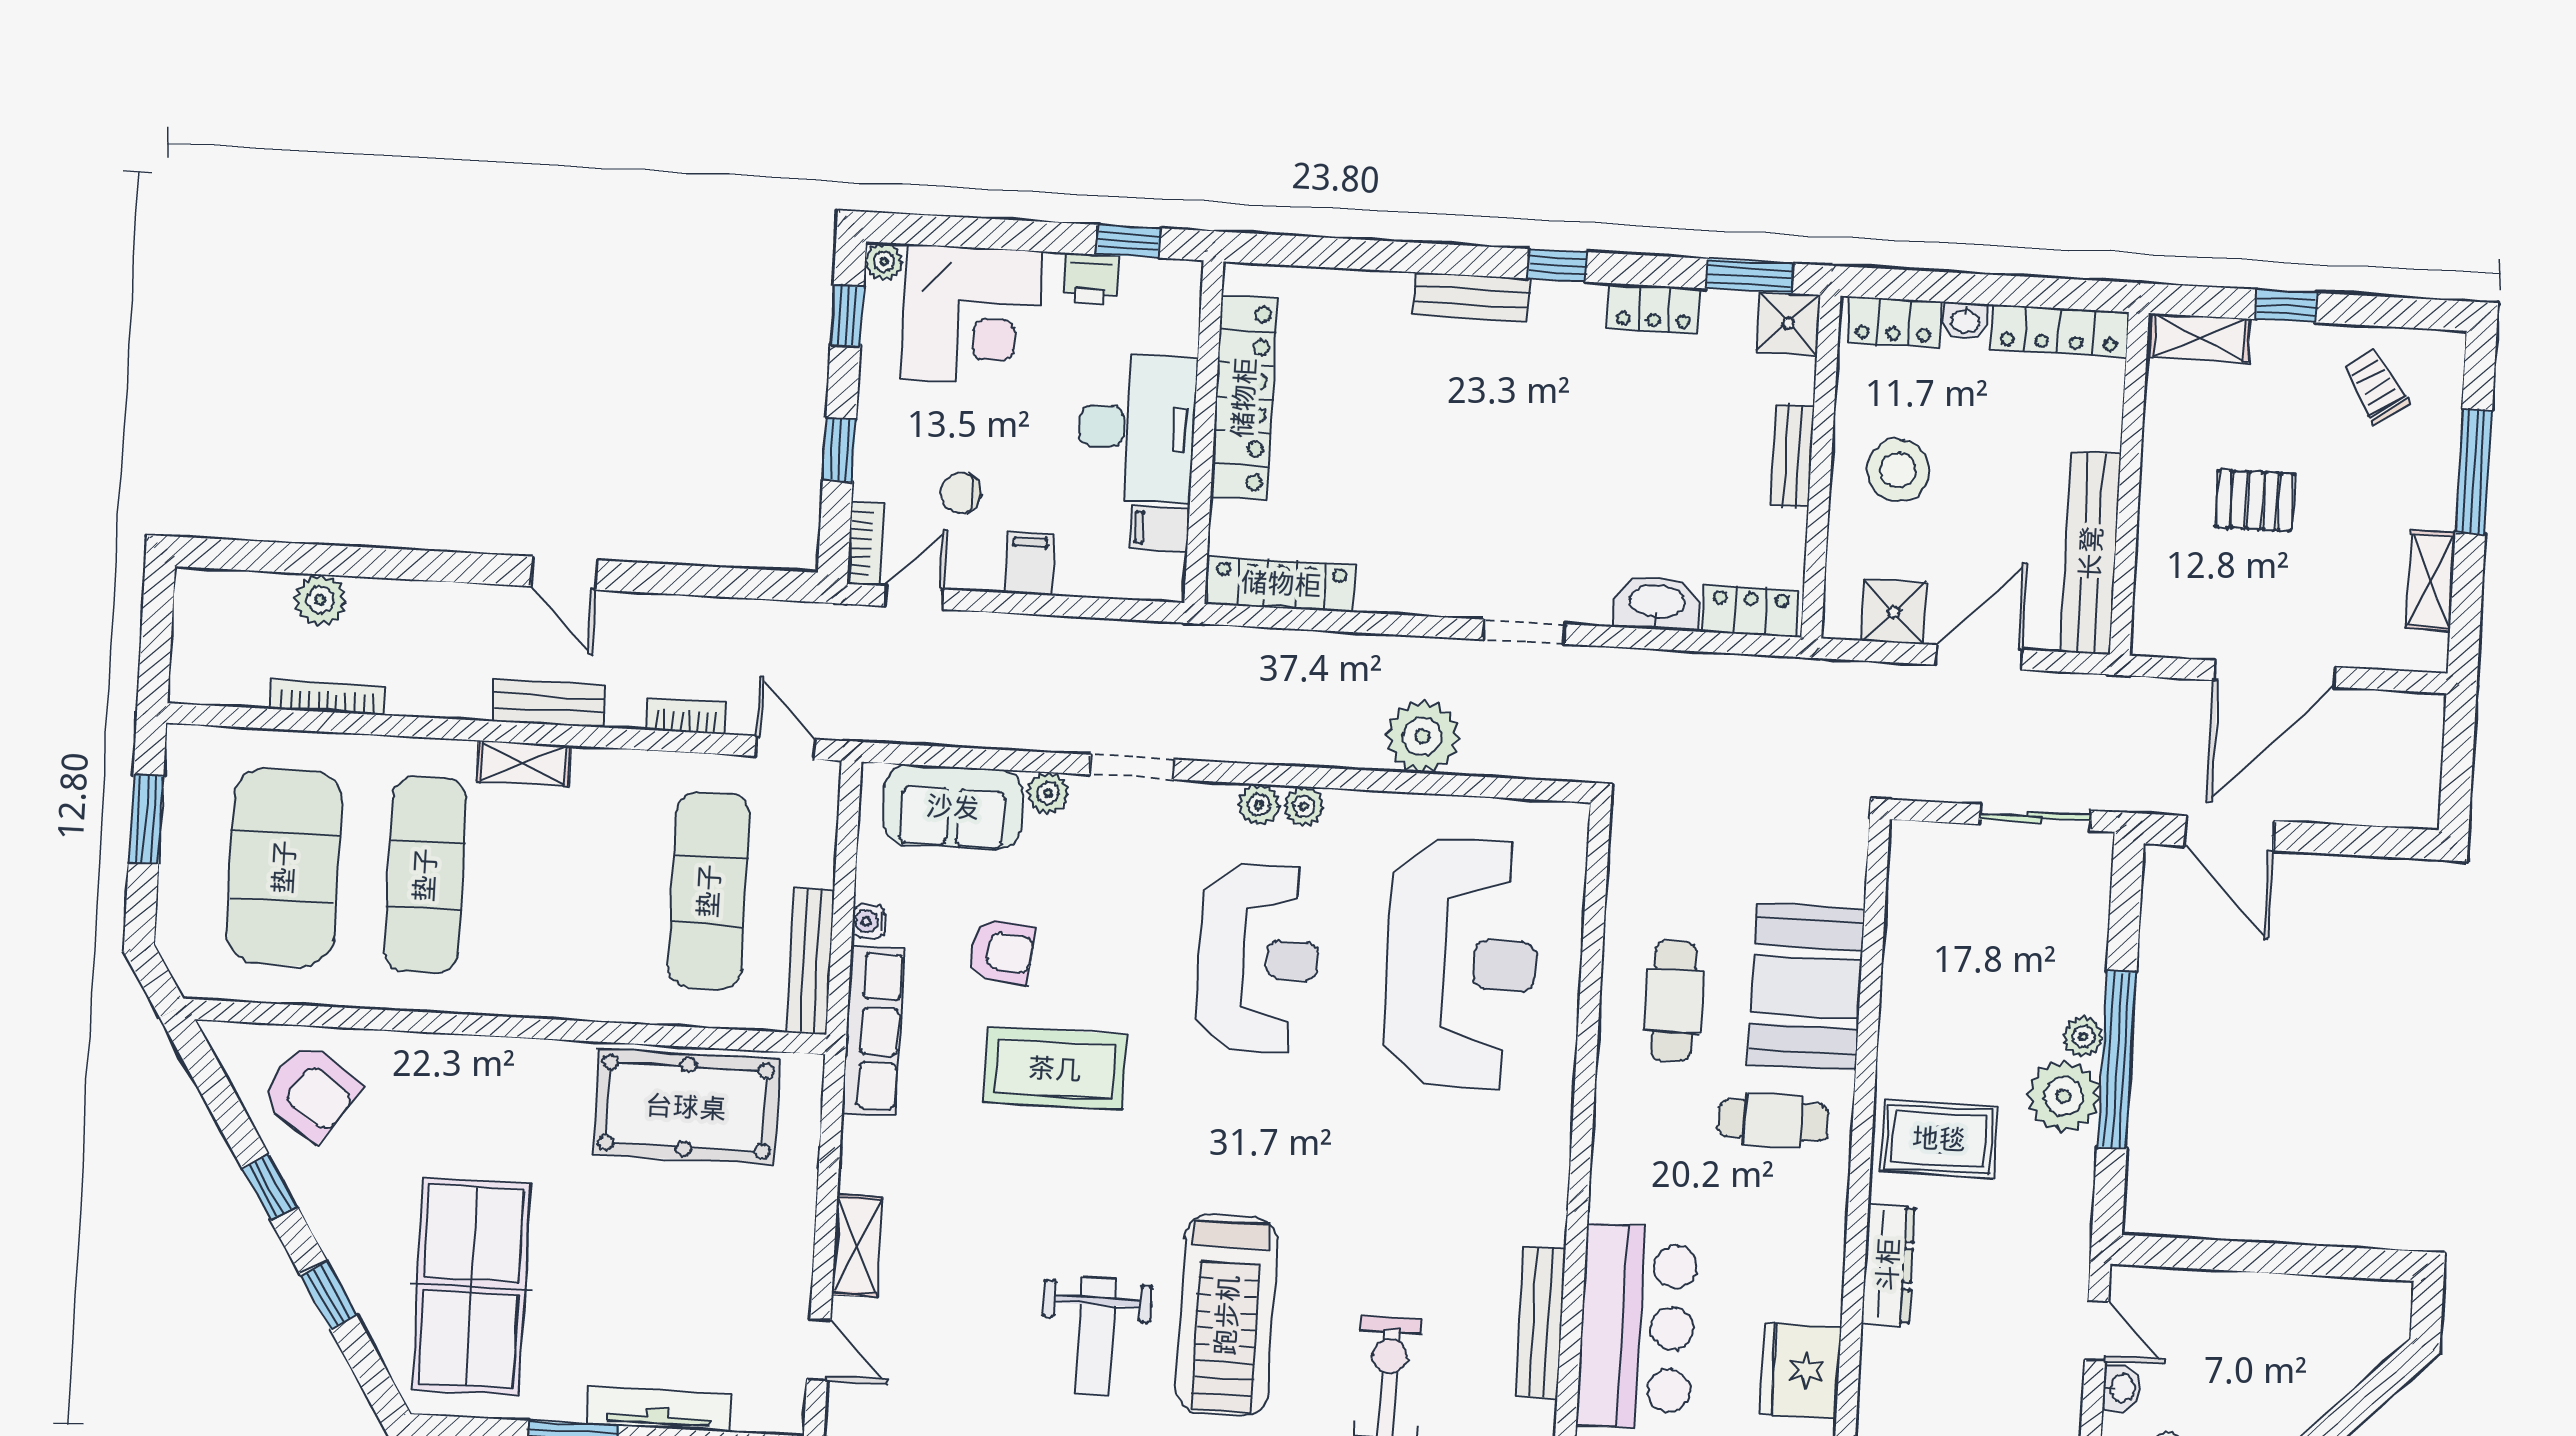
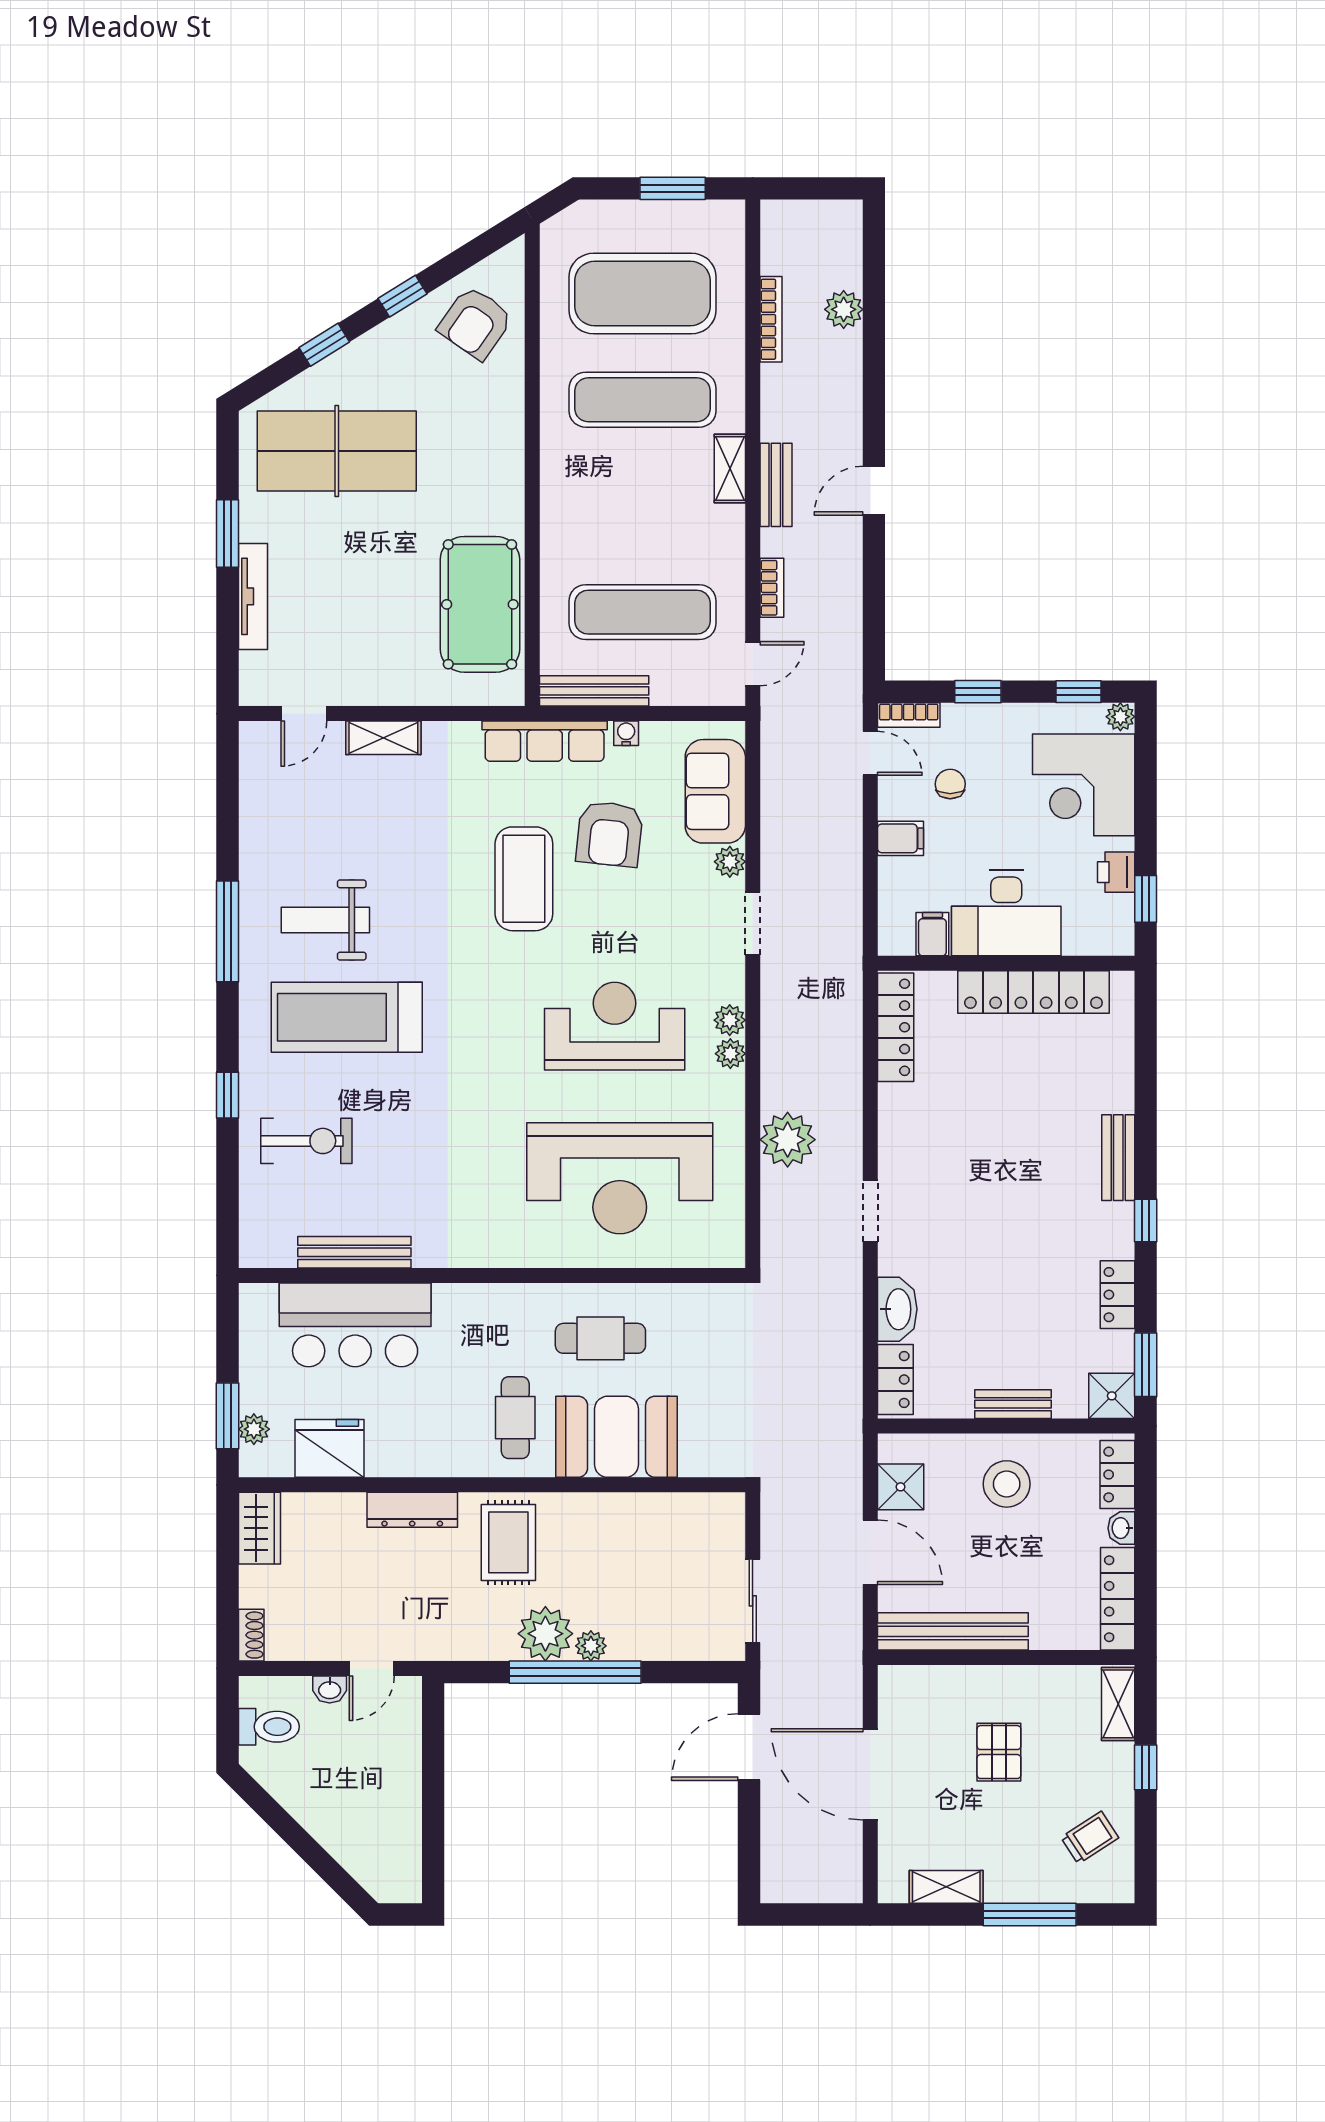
armchair: (1002, 951) -> (609, 834), width x1.38, depth x1.38
reception desk: (1258, 959) -> (615, 1026), turned 180

